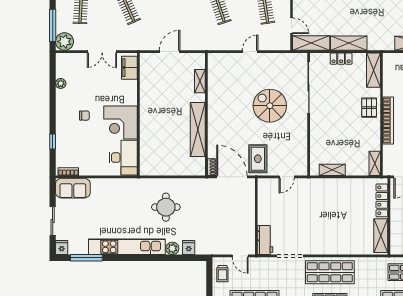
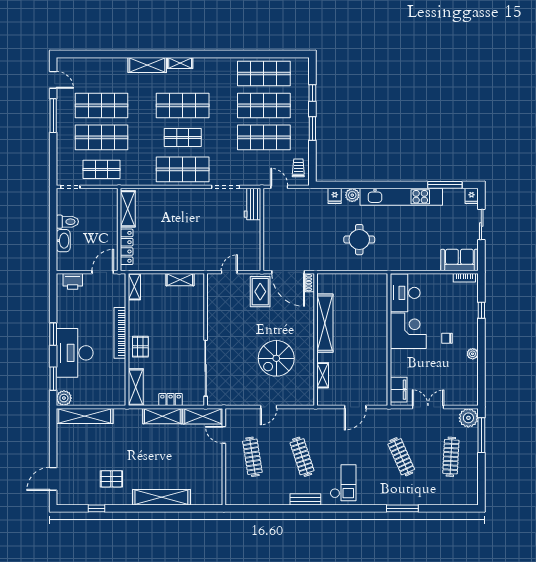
plant: (61, 83) -> (473, 354), moved
spiral stairs: (270, 106) -> (276, 358), moved, turned 90

